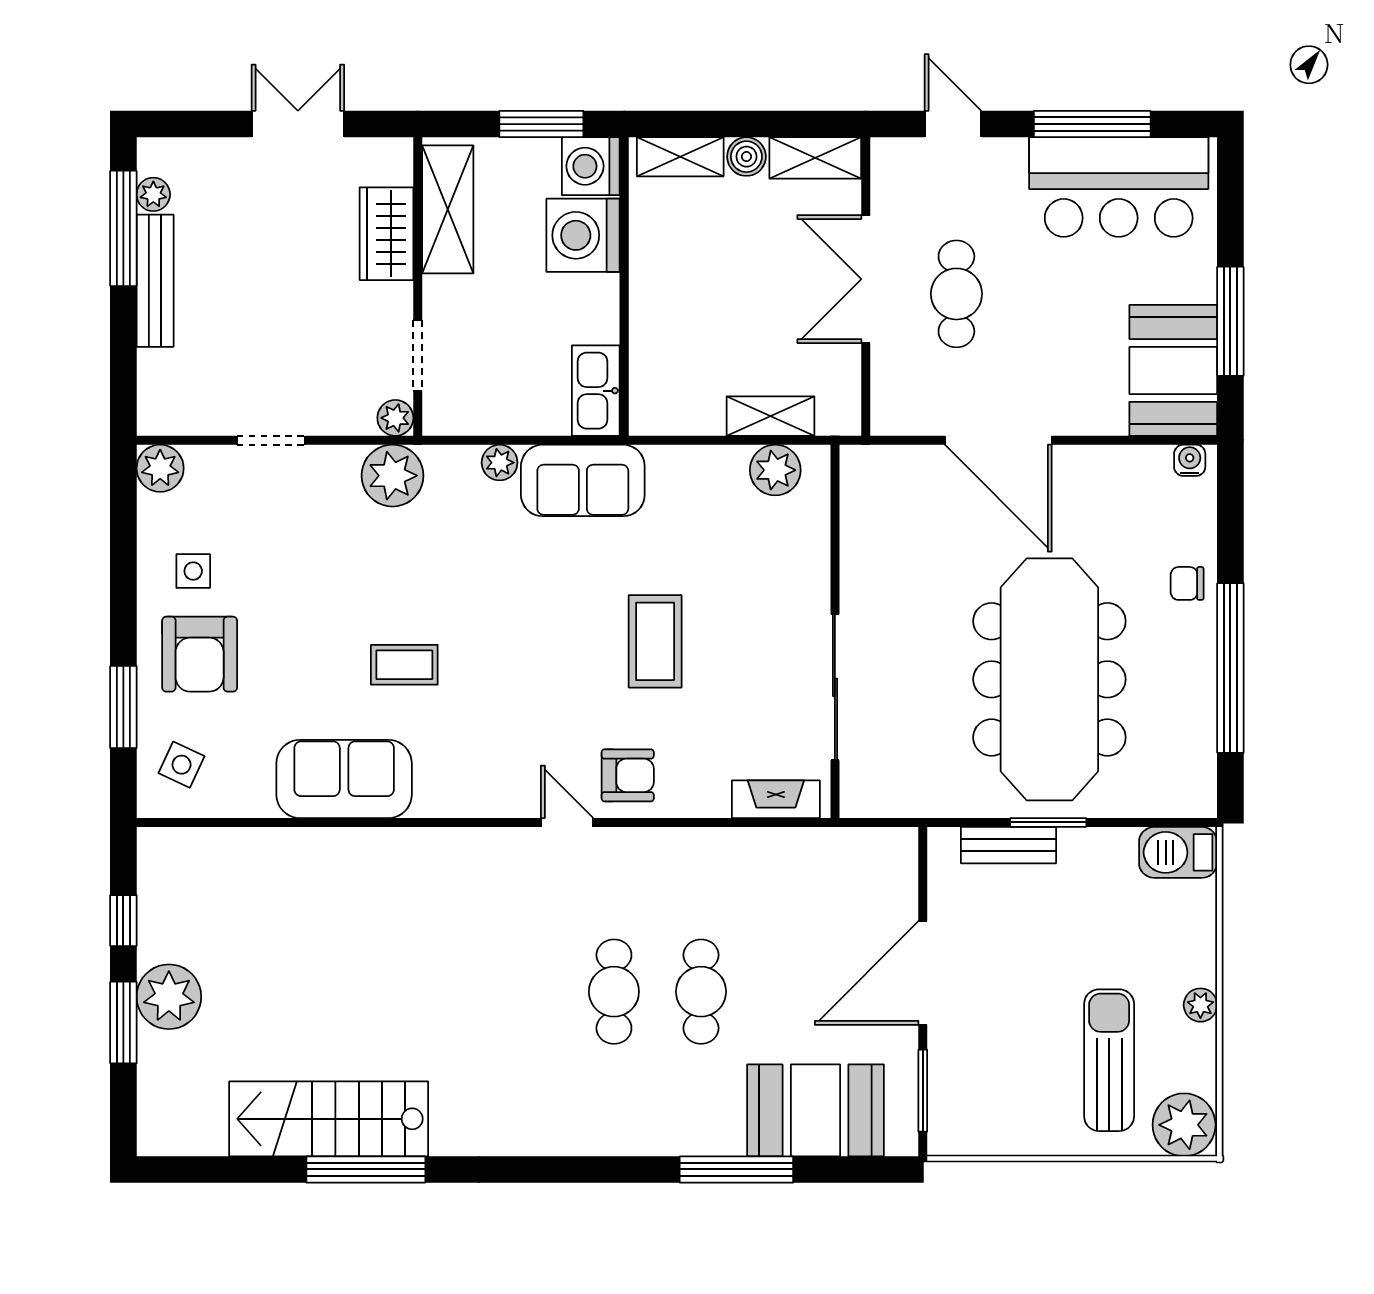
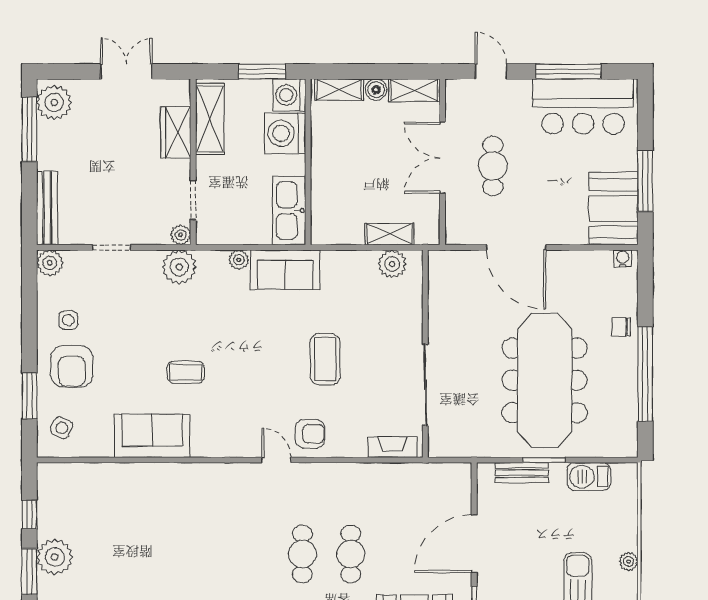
plant: (153, 194) -> (54, 102), width x1.88, depth x1.88
bench: (155, 281) -> (47, 208), moved
kitchen sink: (596, 391) -> (289, 211), width x1.36, depth x1.24
barbecue: (1178, 852) -> (589, 477), moved

